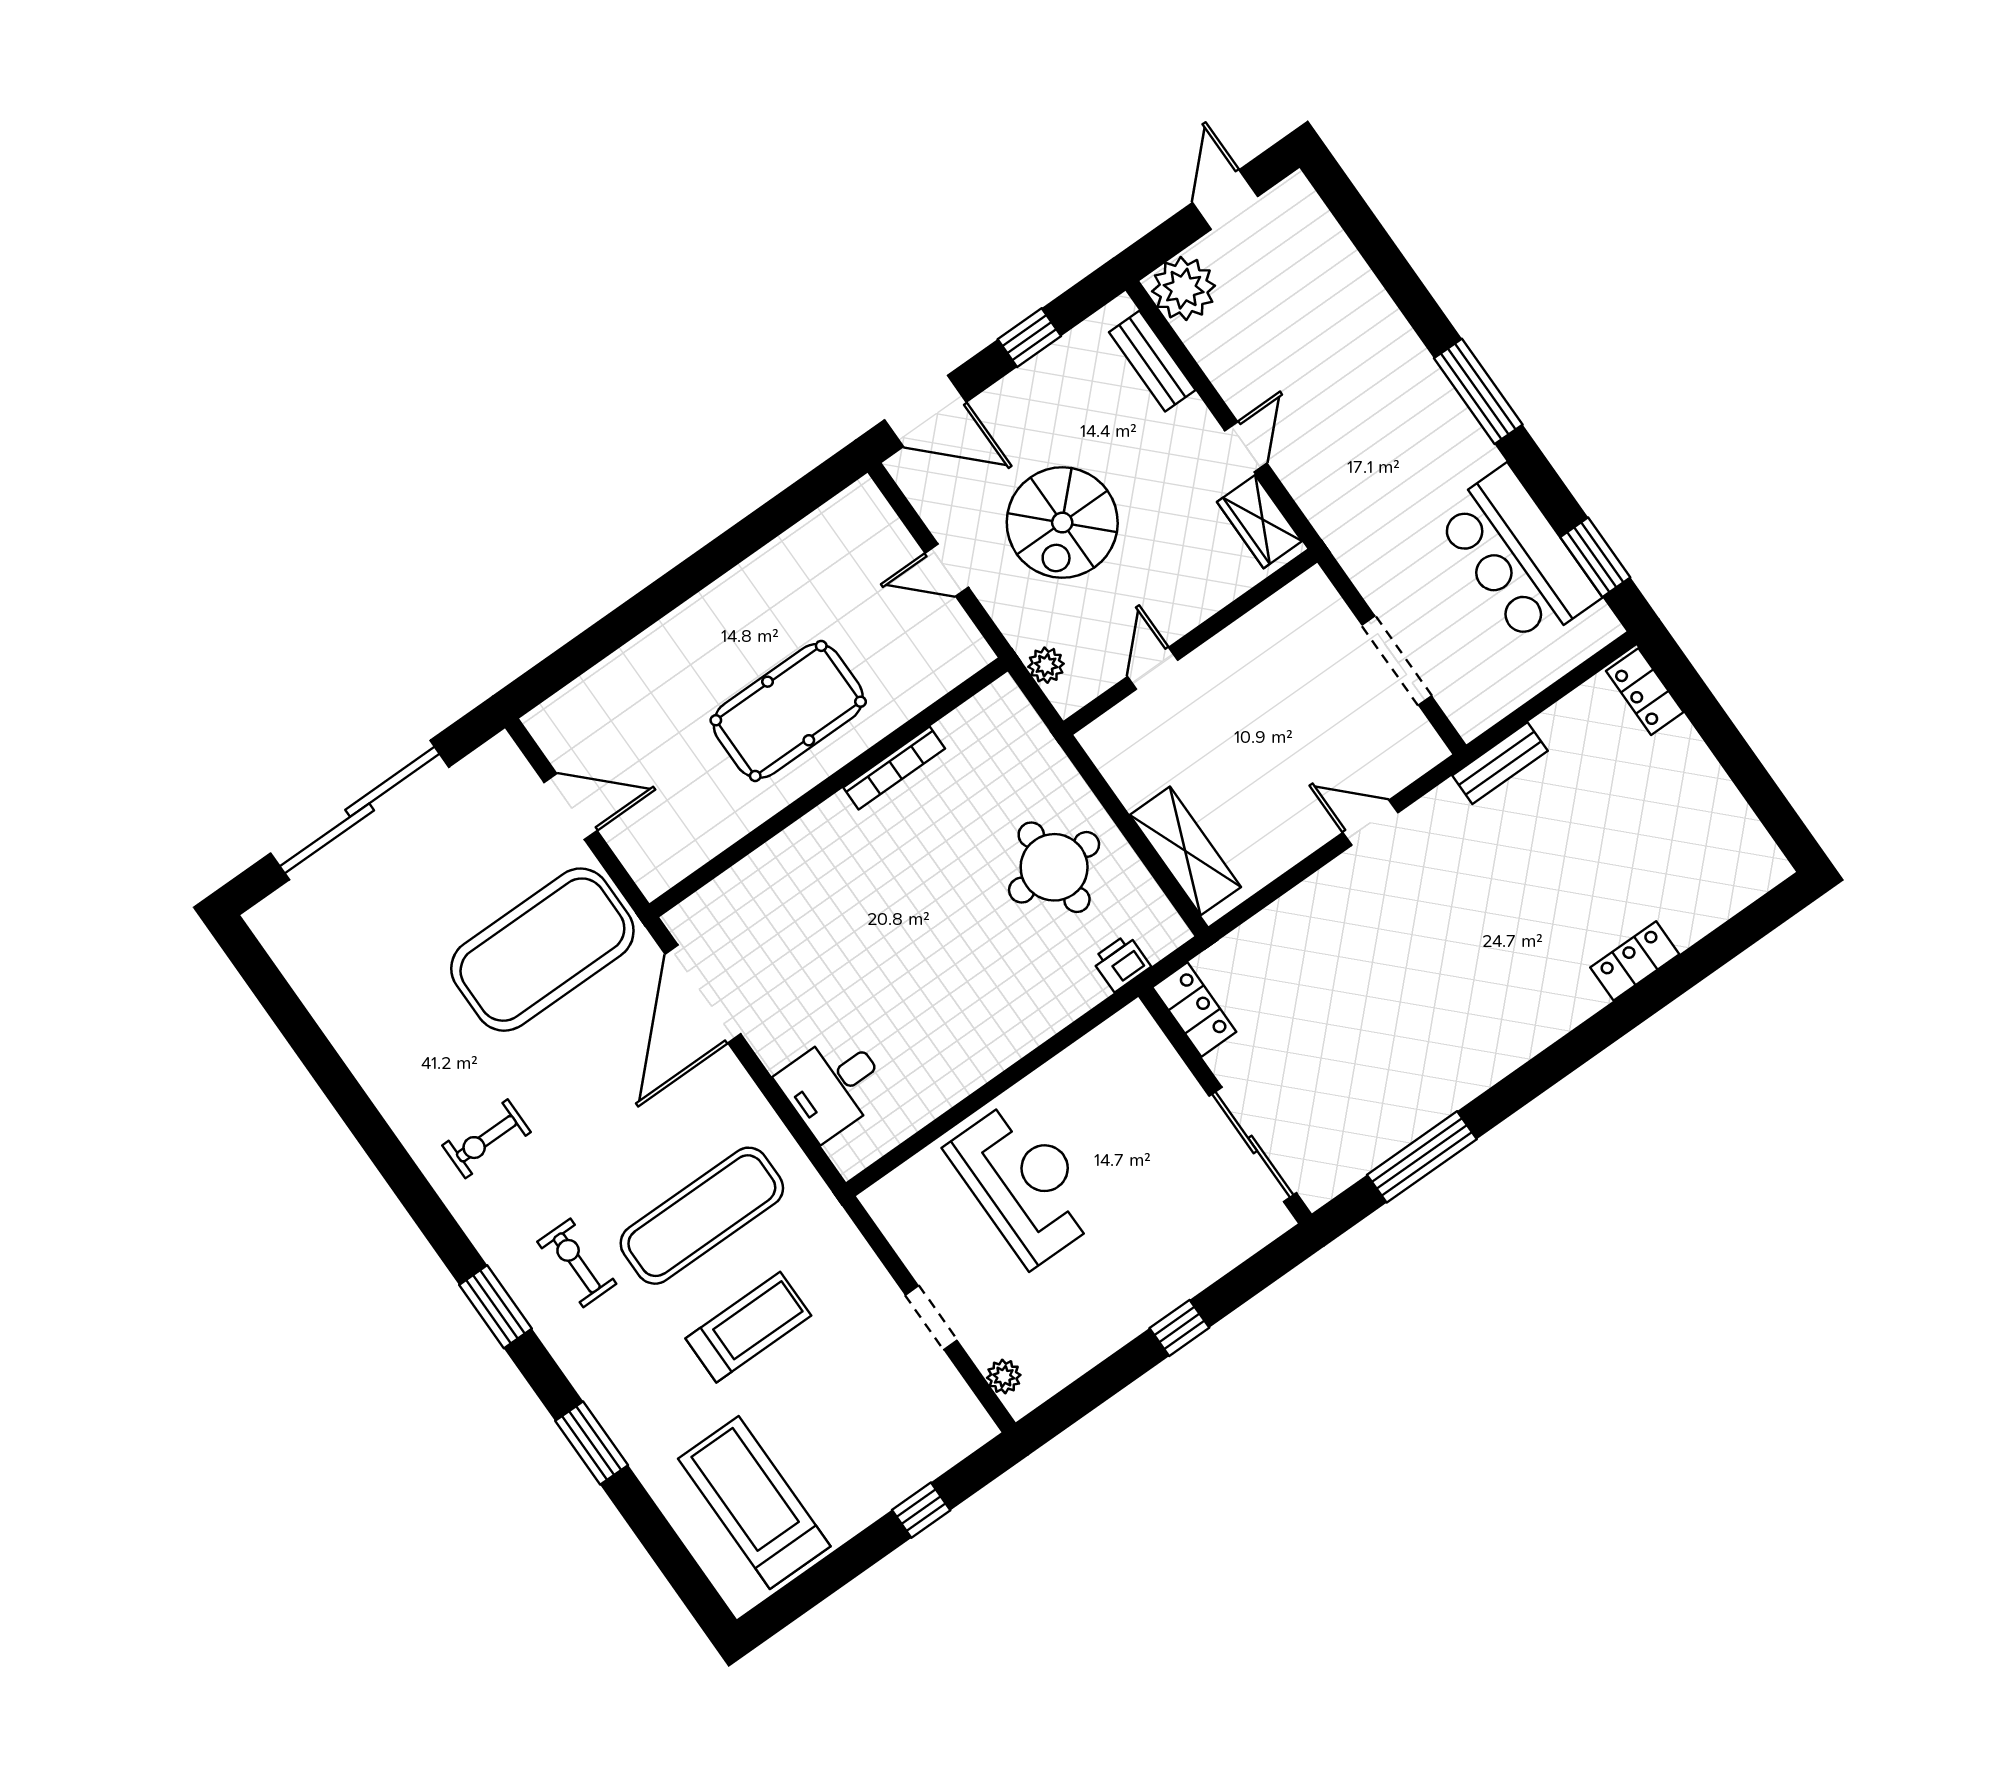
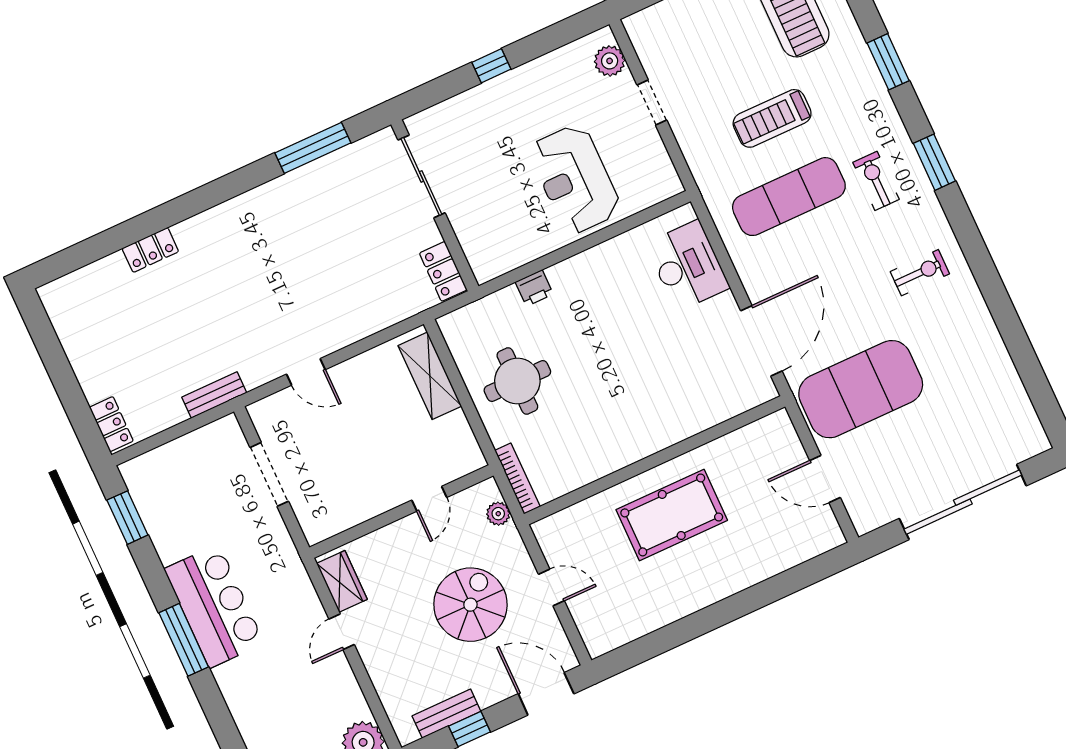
bench: (1152, 361) -> (446, 714), moved, turned 90
bar counter: (1517, 556) -> (214, 606), moved
bookcase: (894, 768) -> (517, 479), moved, turned 90
printer: (1121, 963) -> (534, 288), moved
desk: (833, 1085) -> (688, 266), width x1.37
exercise bike: (577, 1263) -> (876, 181), turned 180
plant: (1004, 1376) -> (610, 61), width x1.38, depth x1.38

